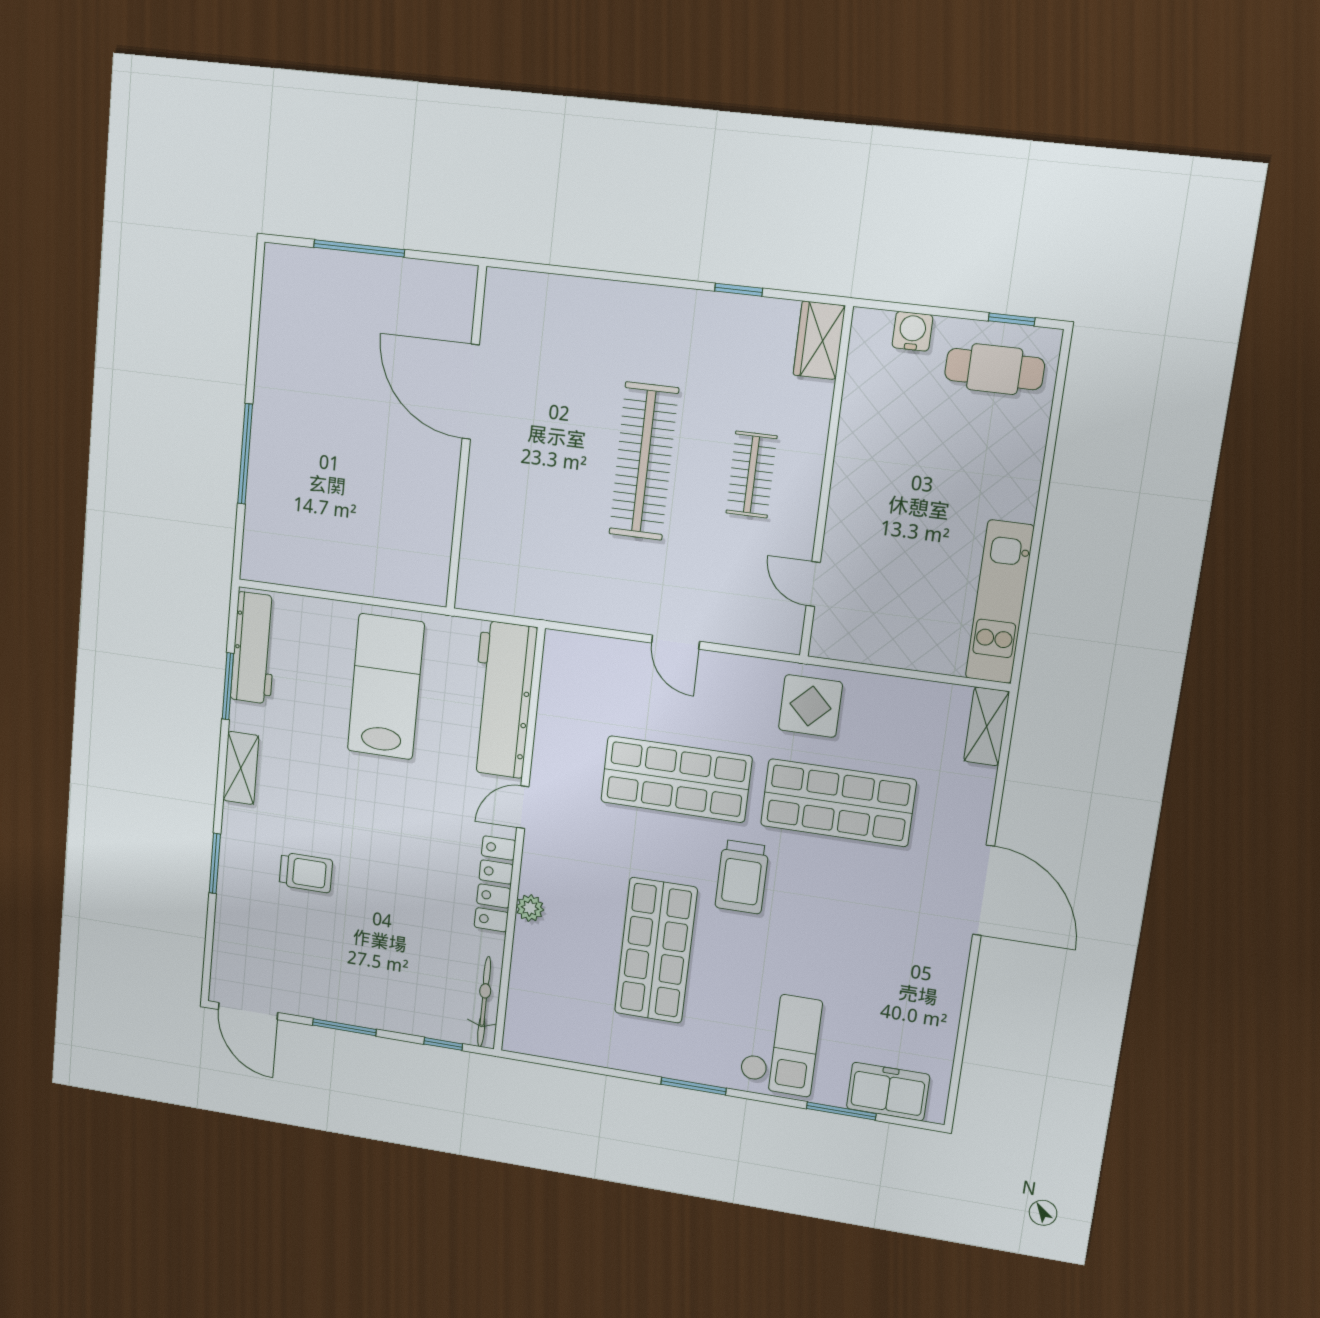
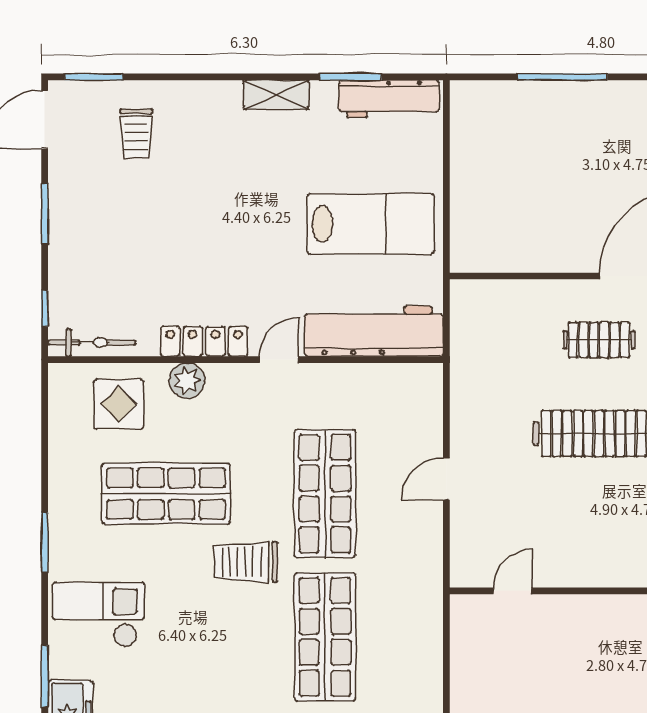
clothes rail: (751, 475) -> (599, 340), moved
display table: (810, 706) -> (119, 404), moved
door: (523, 807) -> (279, 360), hinge flipped
window: (215, 863) -> (94, 77), moved
trolley: (306, 873) -> (136, 134), moved
plant: (530, 908) -> (187, 381), width x1.38, depth x1.38
checkout: (780, 1043) -> (98, 615), turned 180

